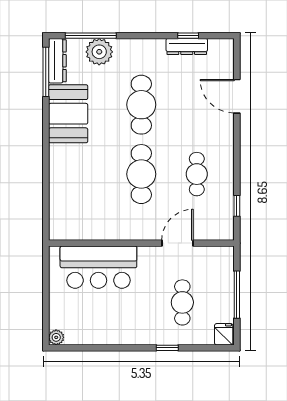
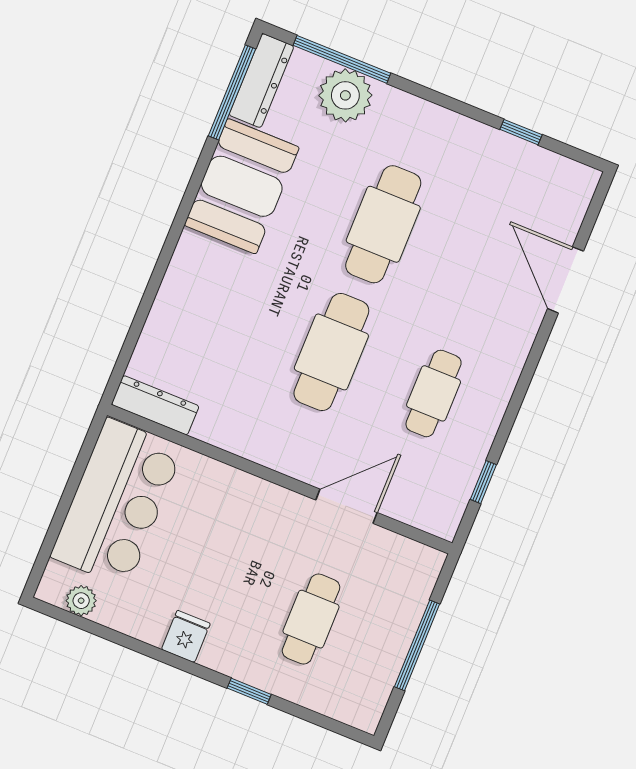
dresser: (187, 46) -> (155, 405), moved, turned 180
bar counter: (98, 267) -> (117, 502), moved, turned -90
fridge: (224, 334) -> (186, 636), moved
plant: (56, 337) -> (81, 601), moved

